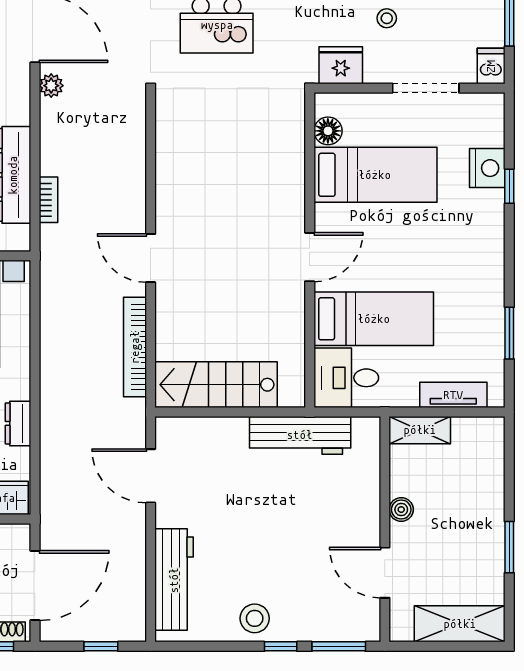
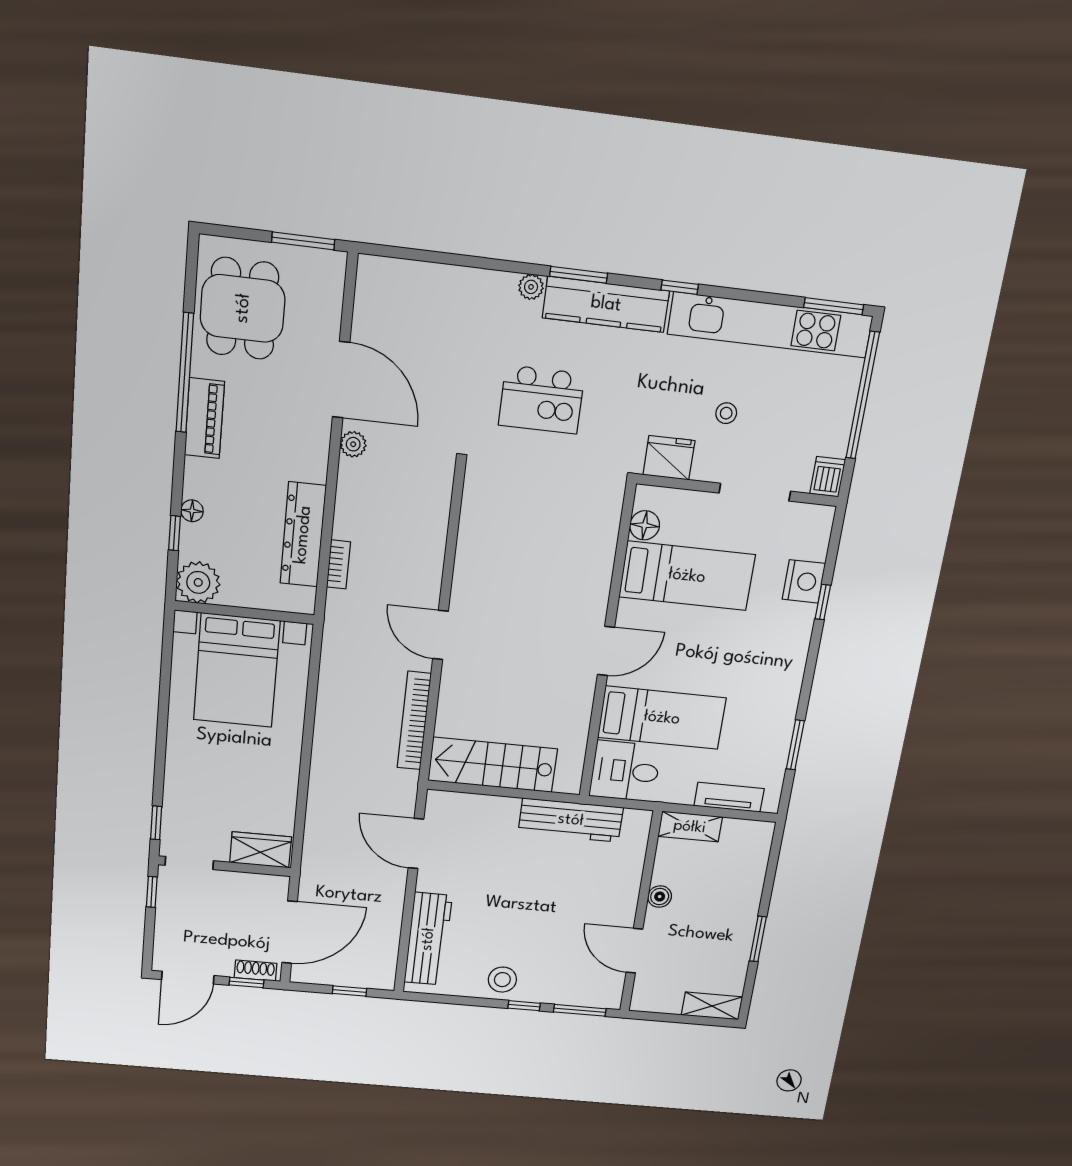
dresser: (18, 423) -> (286, 782), removed
shelving: (460, 624) -> (712, 1006), width x0.67, depth x0.75

